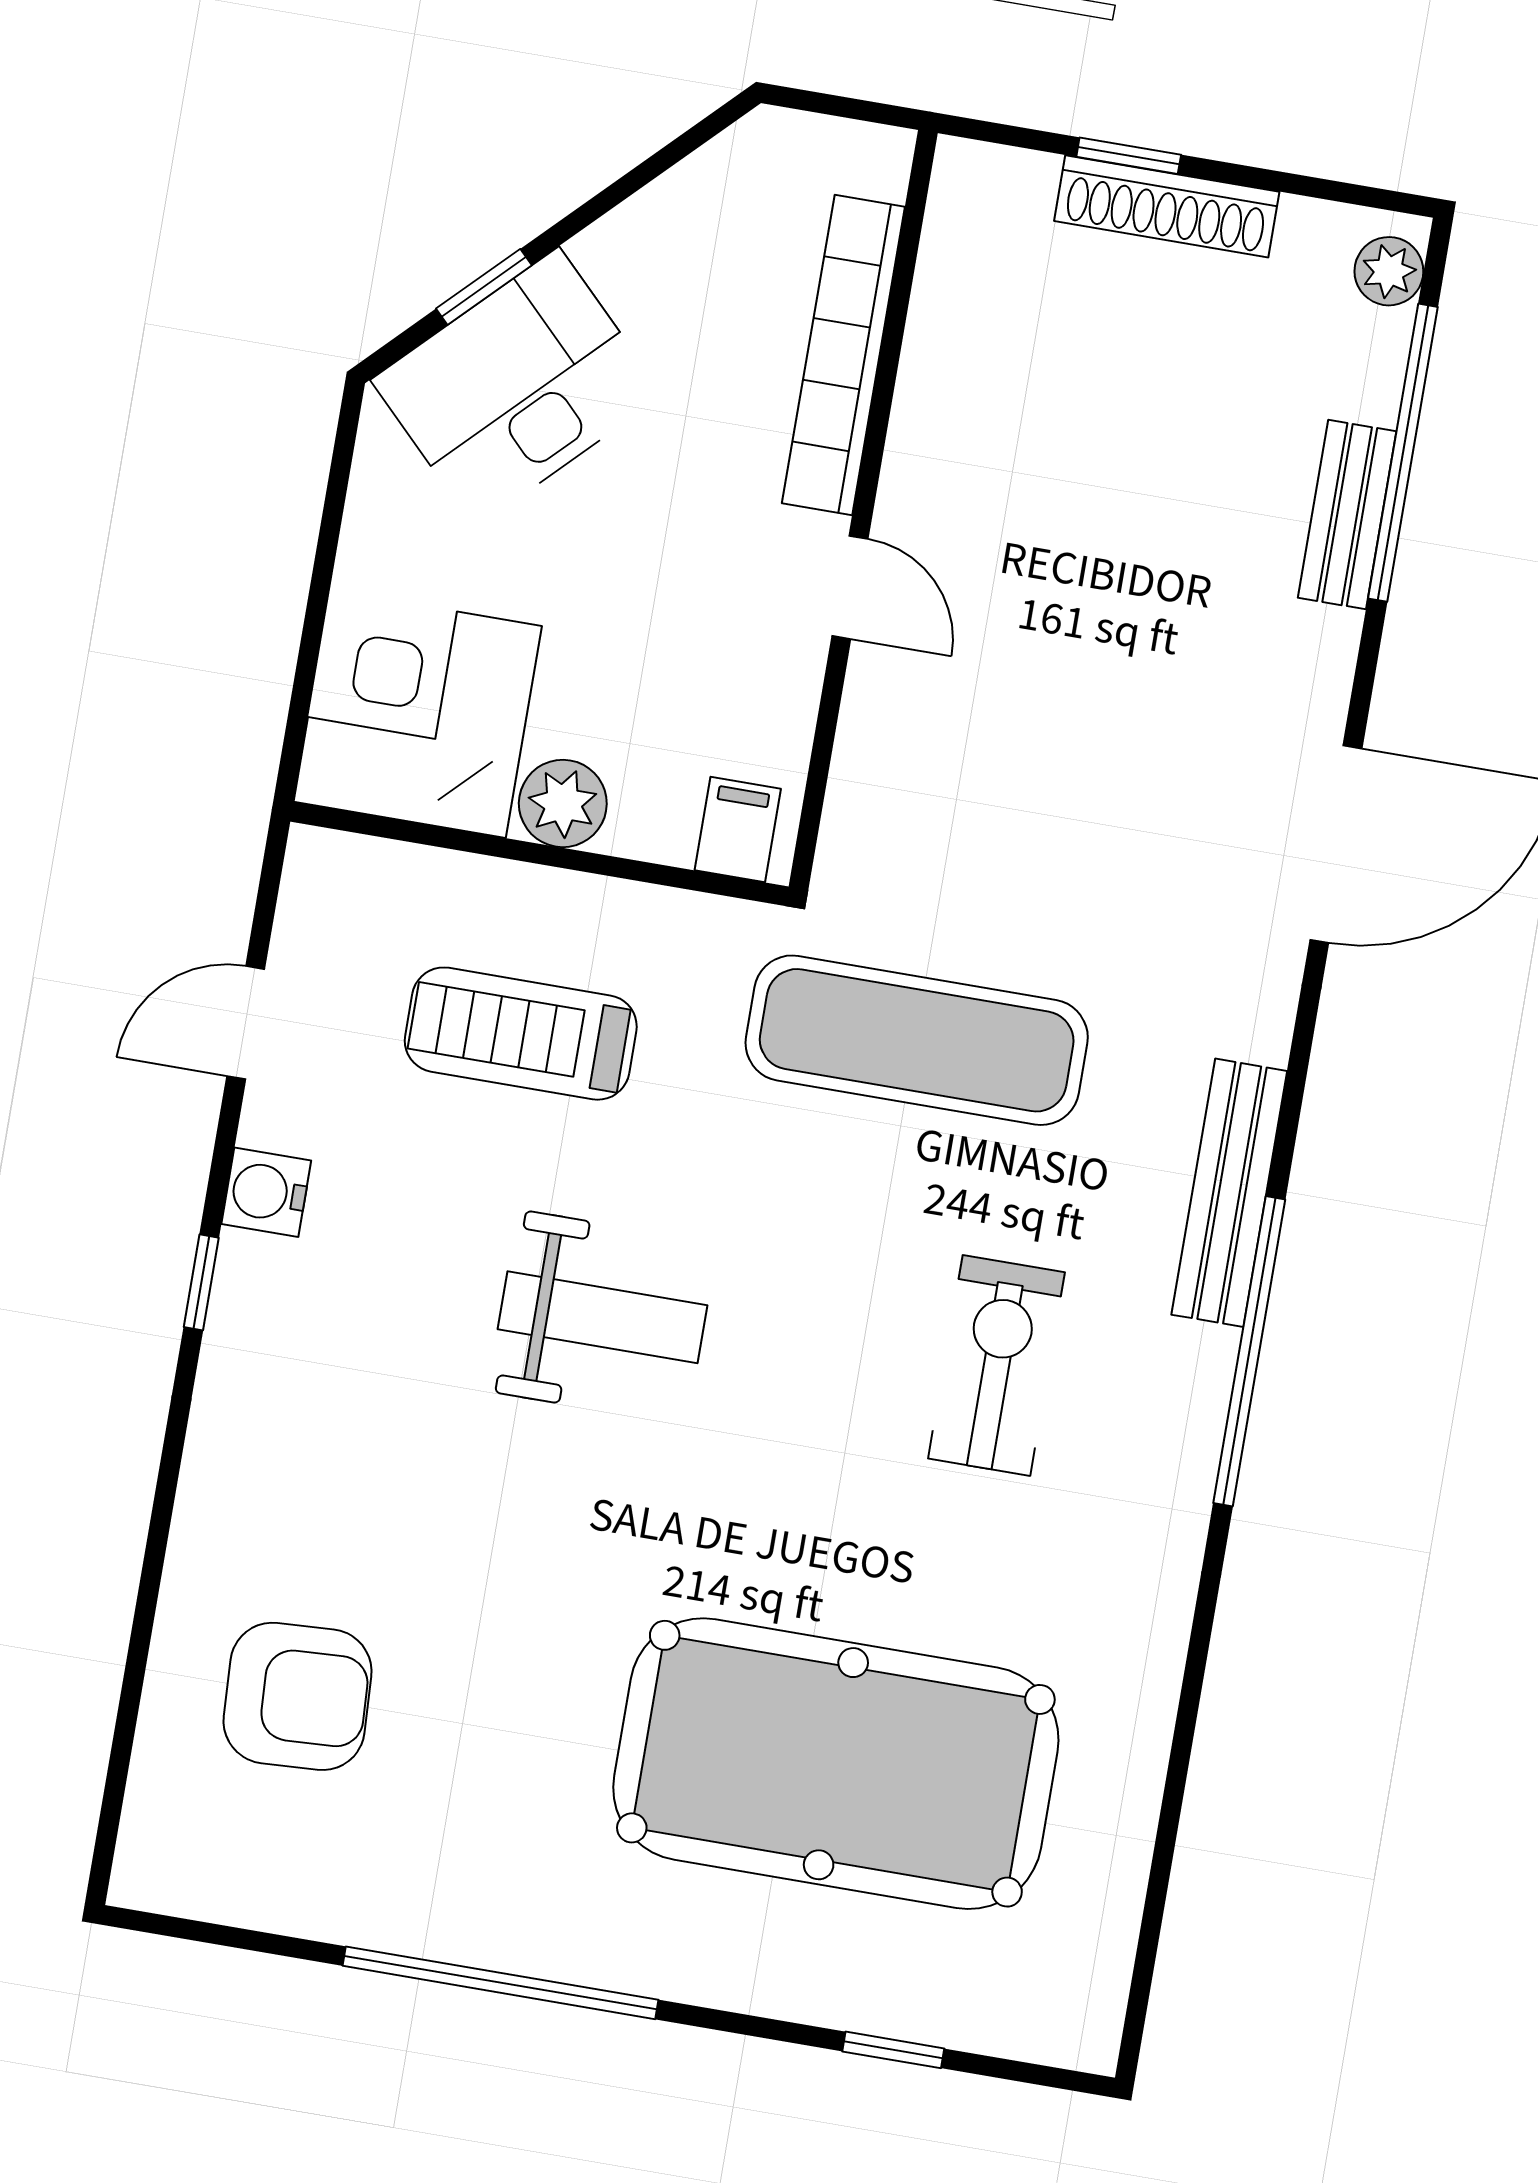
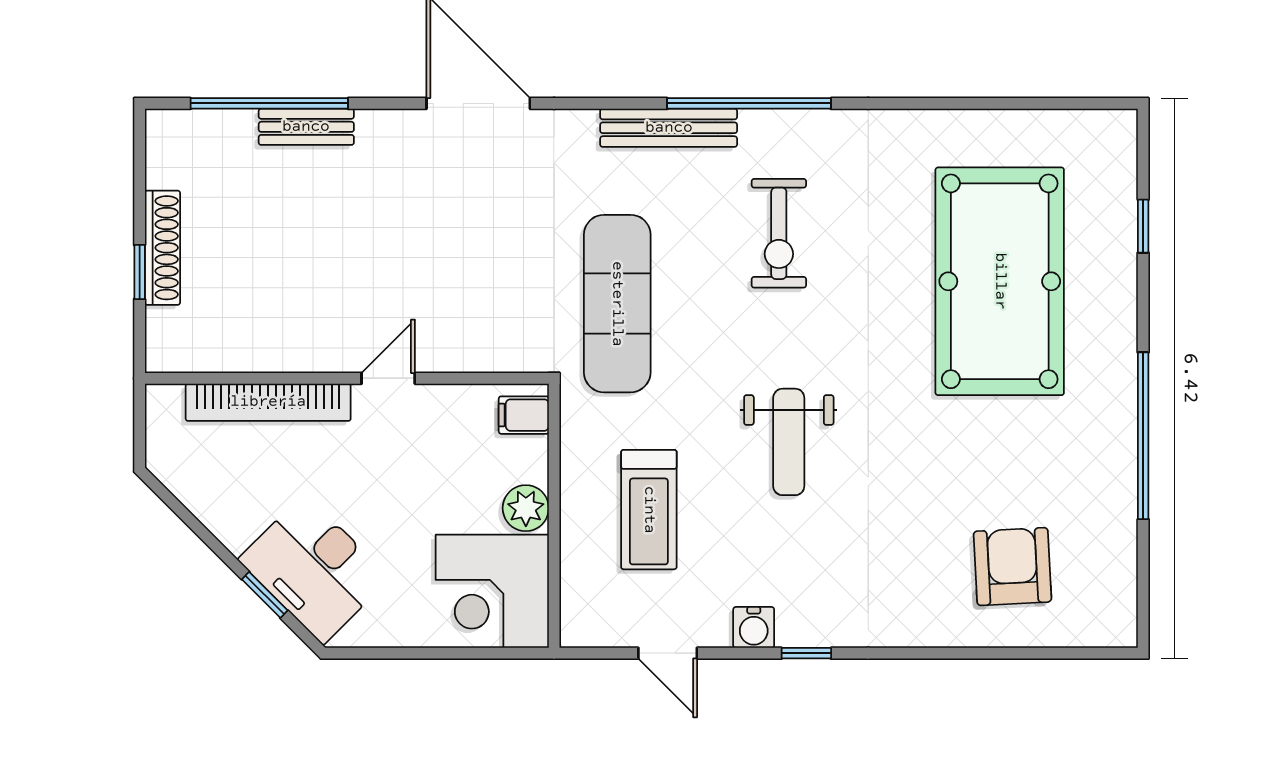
plant: (1389, 271) -> (176, 127), removed
weight bench: (603, 1317) -> (789, 442), turned 180
exercise bike: (996, 1365) -> (779, 233), turned -90

